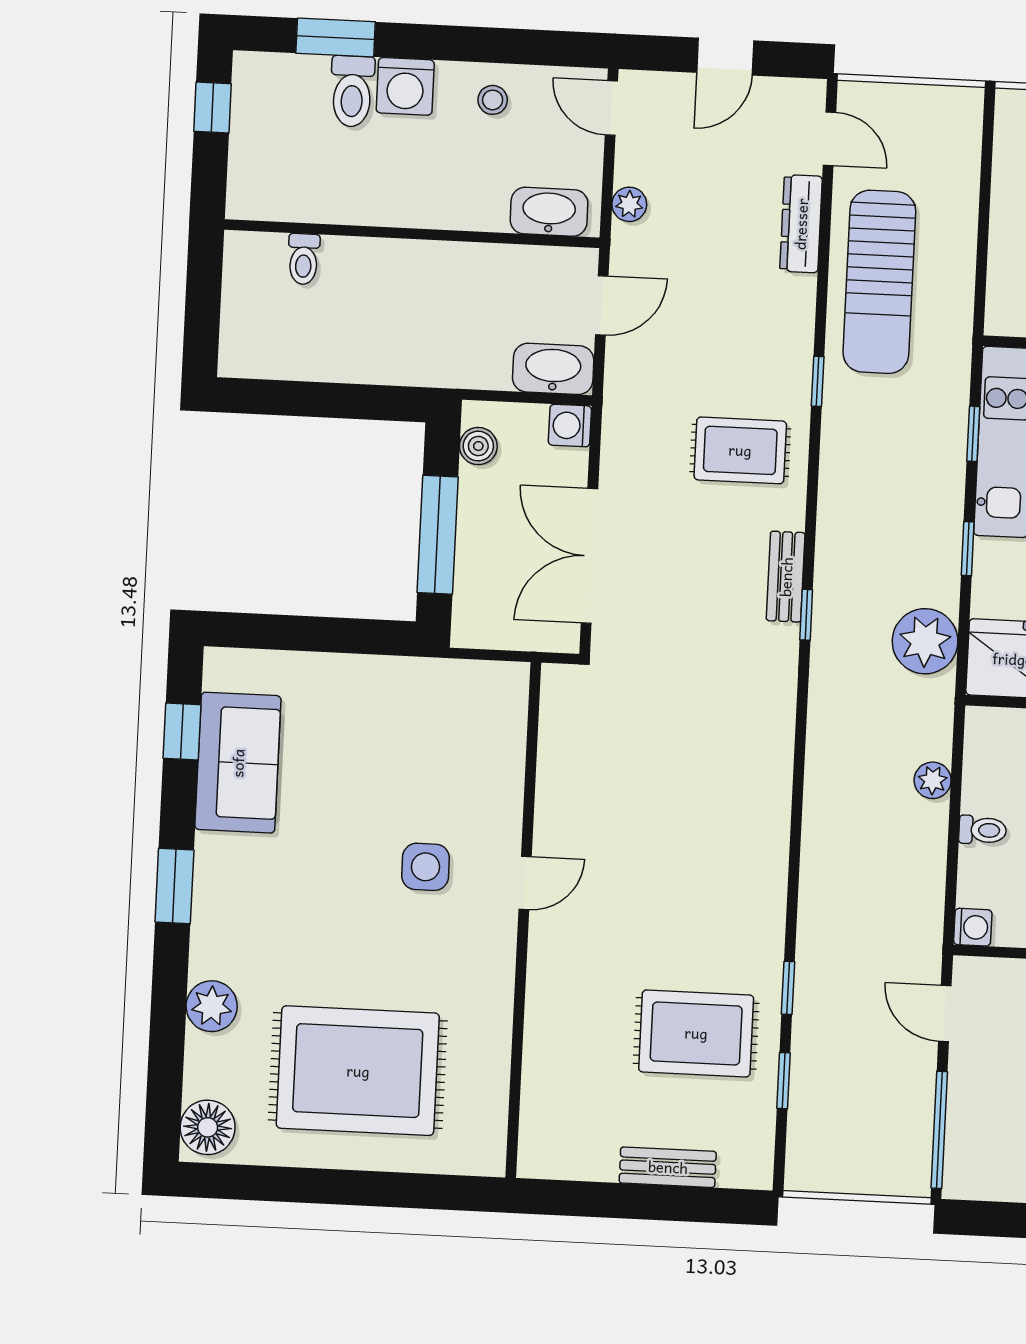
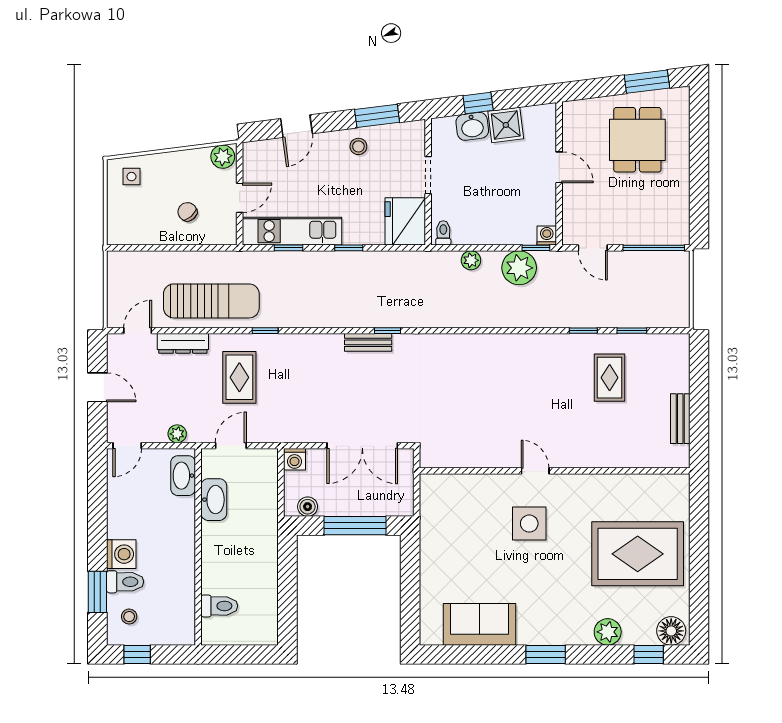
stool: (493, 100) -> (129, 617), moved
toilet: (304, 259) -> (219, 606), width x1.37, depth x1.39
door: (602, 305) -> (231, 446), hinge flipped
washbasin: (553, 369) -> (214, 500), moved, turned 180
rug: (740, 450) -> (239, 377), moved
plant: (925, 641) -> (519, 268), moved
window: (182, 732) -> (649, 654), moved
toilet: (983, 830) -> (443, 233), moved
side table: (426, 867) -> (529, 524), width x1.37, depth x1.37
window: (950, 905) -> (536, 248), added
door: (945, 1014) -> (593, 248), hinge flipped
rug: (696, 1033) -> (610, 378), width x0.73, depth x0.70
rug: (358, 1071) -> (638, 554), turned 90
bench: (668, 1167) -> (680, 419), moved

